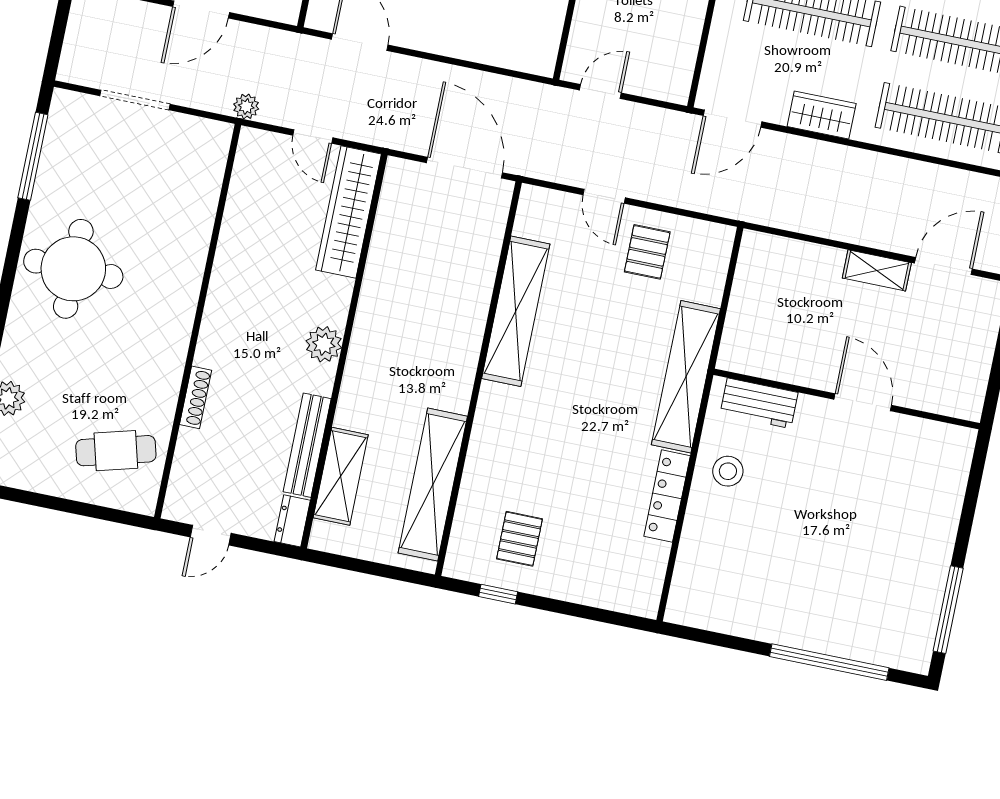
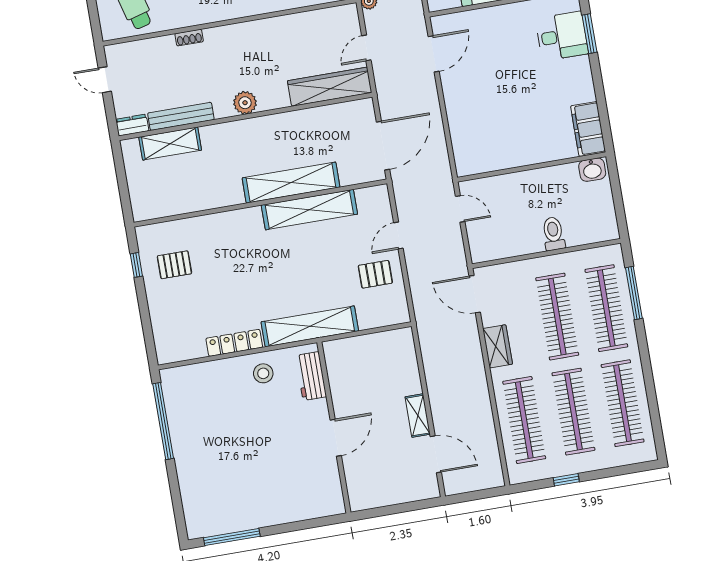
shoe rack: (196, 397) -> (189, 38), width x0.70
shelving: (433, 485) -> (291, 183), moved
window: (829, 662) -> (163, 421), moved

